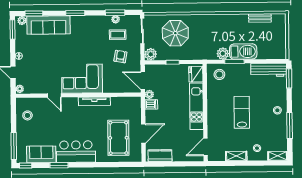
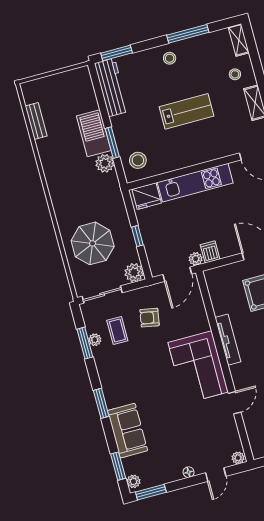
sofa: (48, 25) -> (128, 431), width x0.73
lab bench: (242, 112) -> (187, 111), turned 180

